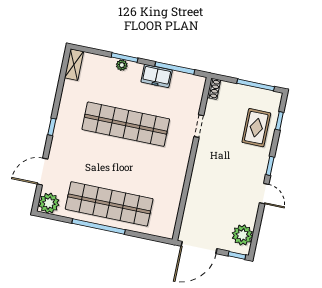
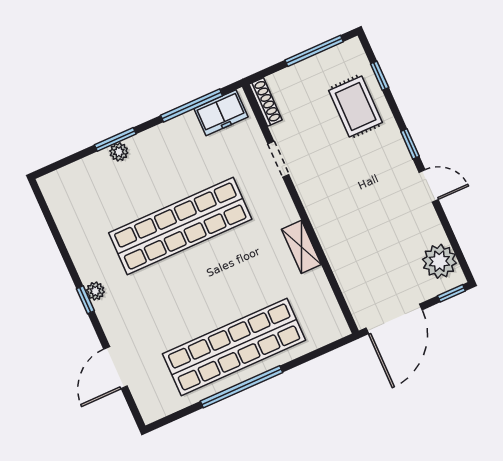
shelving: (74, 65) -> (301, 247), moved
freezer: (157, 76) -> (221, 113), moved
shoe rack: (214, 89) -> (266, 102), width x1.43
plant: (49, 203) -> (95, 291), moved, width x0.53, depth x0.53

